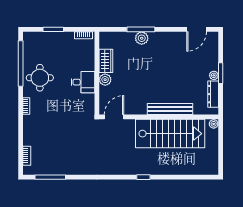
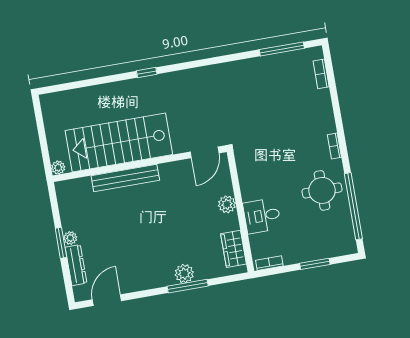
wardrobe: (106, 61) -> (233, 249), moved
desk: (83, 82) -> (262, 216), moved
dresser: (213, 94) -> (76, 265), moved

